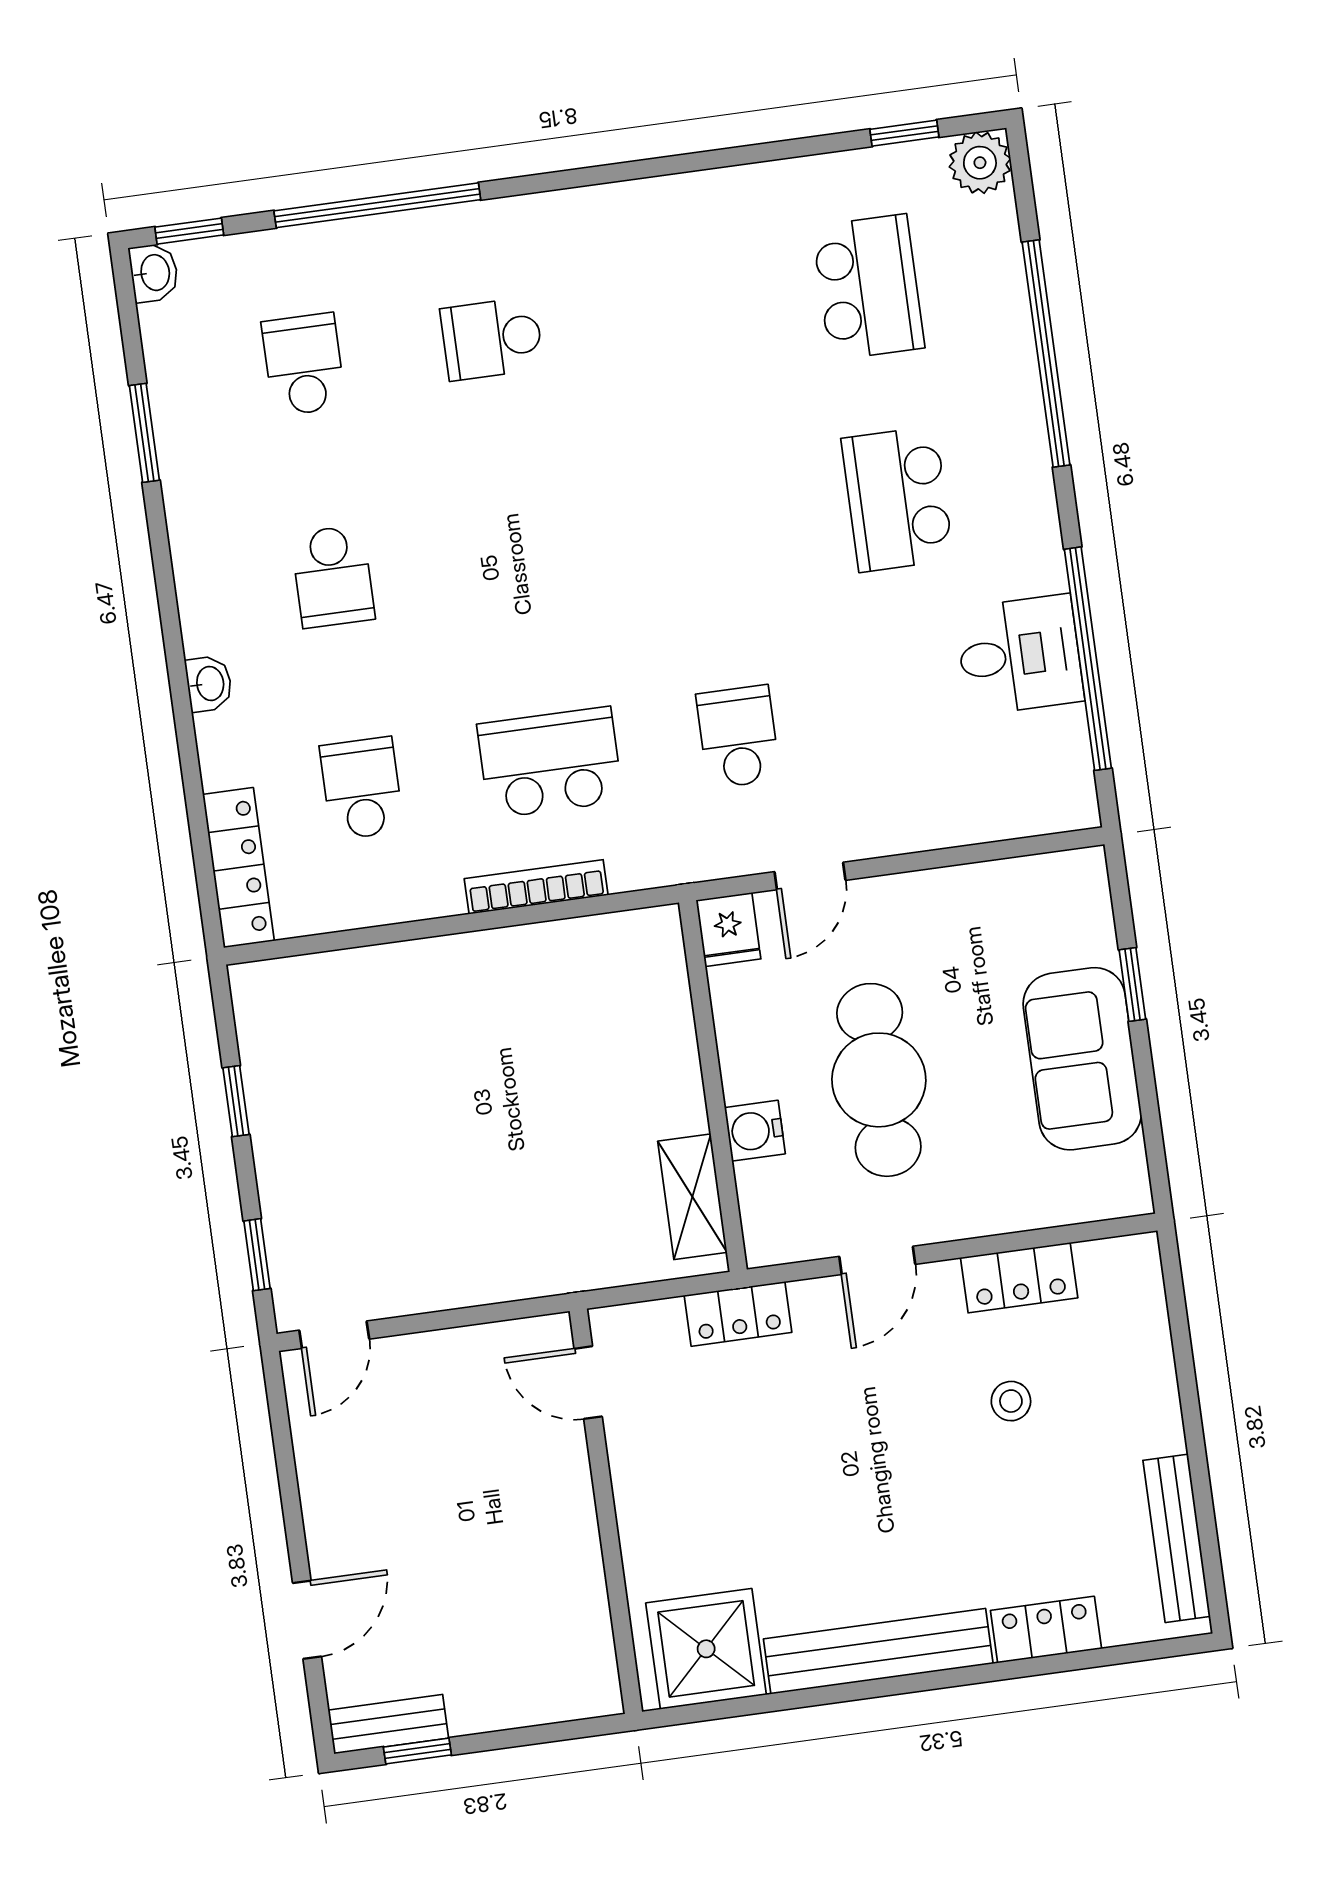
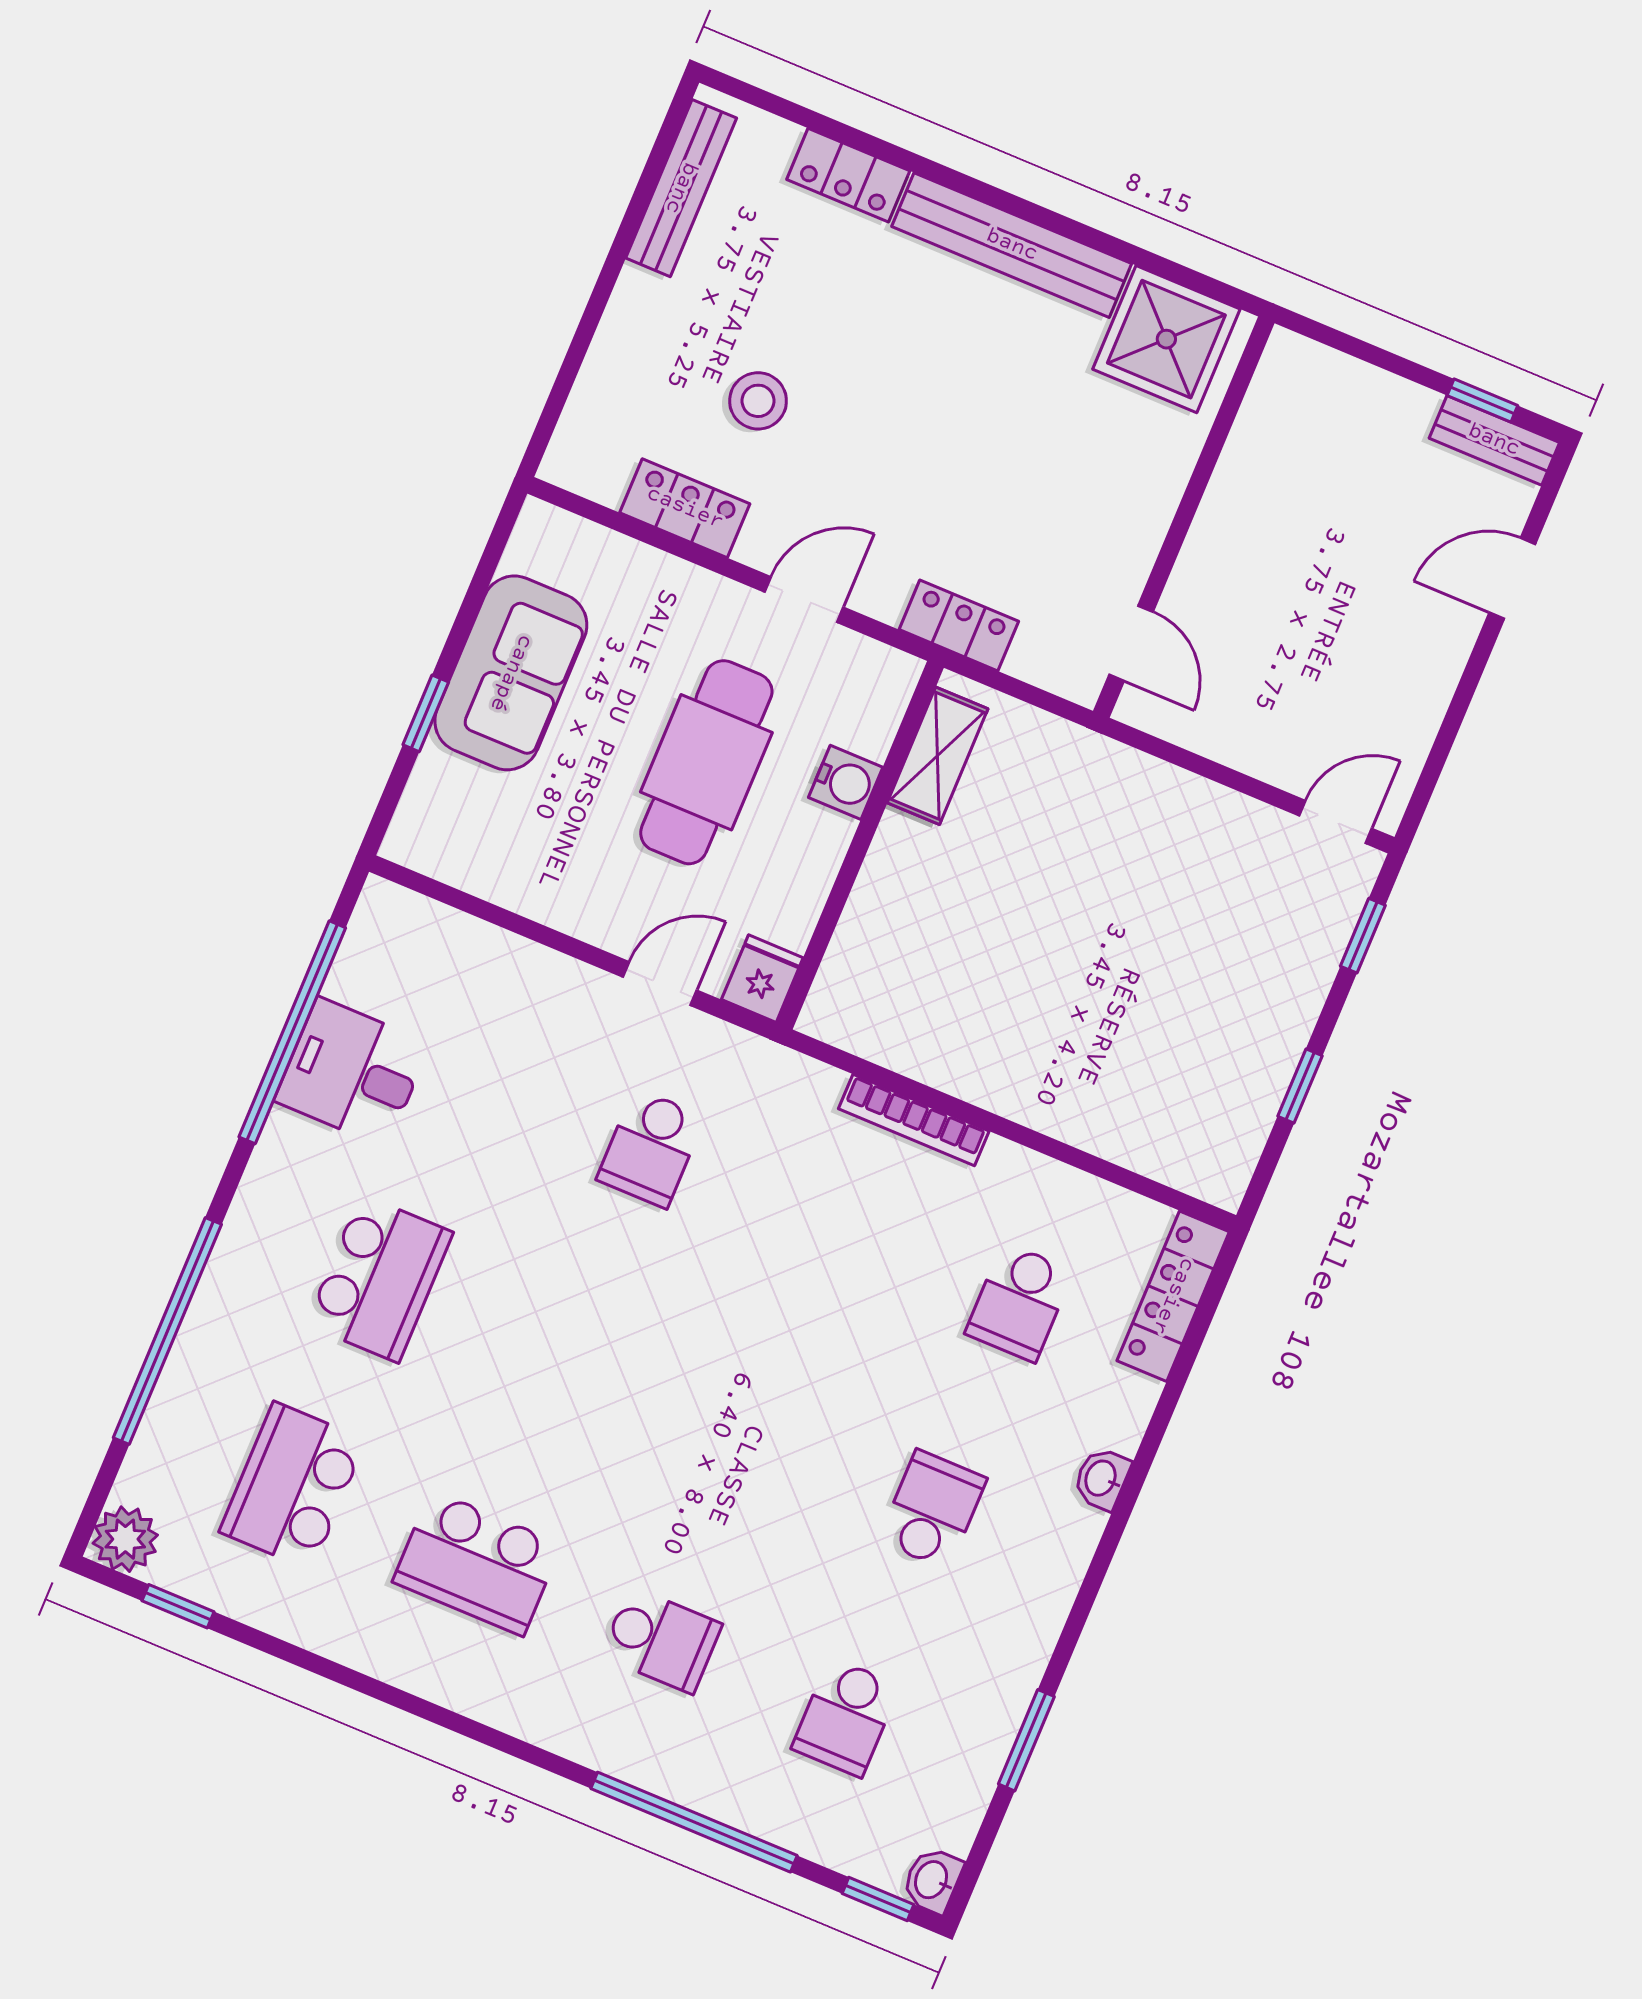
school desk: (550, 763) -> (477, 1563), moved
stool: (1011, 1401) -> (758, 401), width x1.37, depth x1.37

